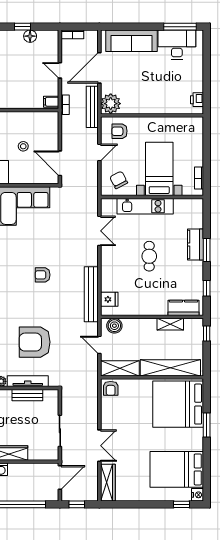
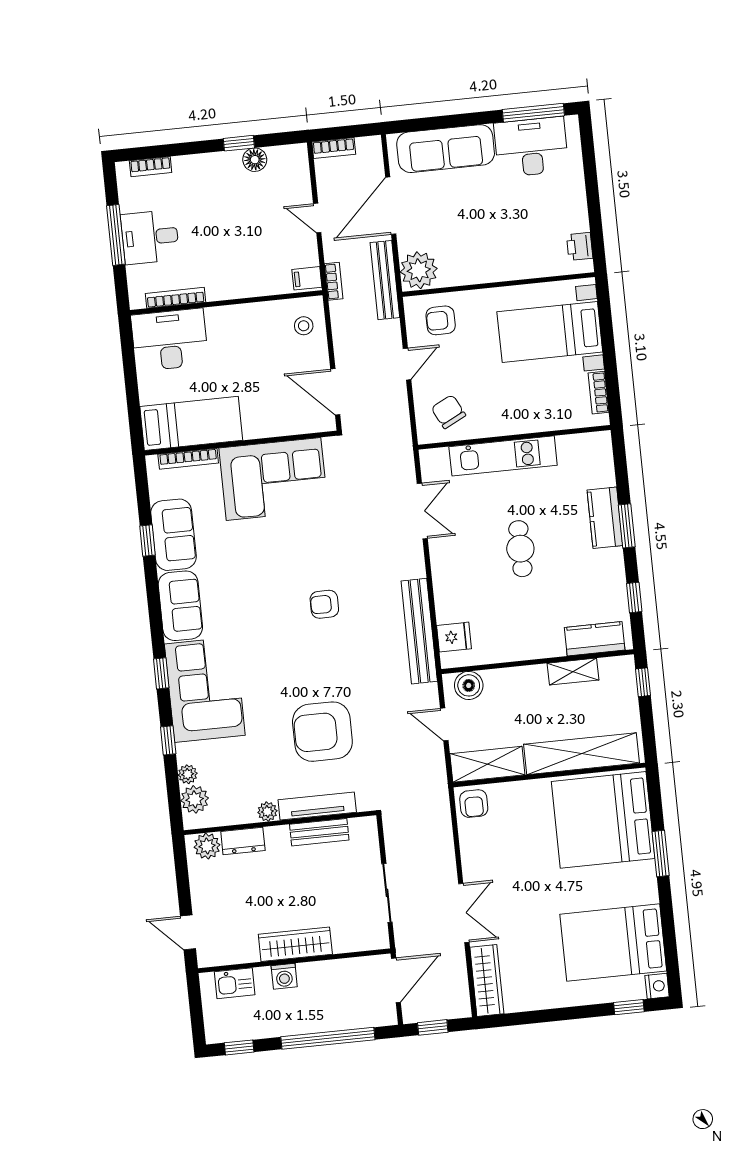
stool: (23, 146) -> (304, 326), moved
bed with nightstands: (159, 169) -> (550, 332), moved, turned -90

